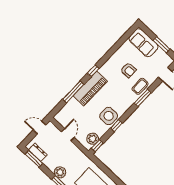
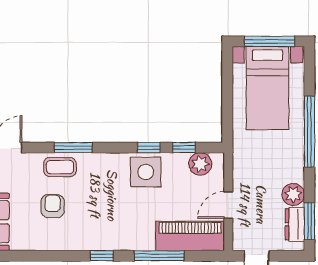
piano: (90, 89) -> (190, 236), moved
window: (97, 146) -> (184, 148), moved
plant: (60, 172) -> (293, 194), moved

